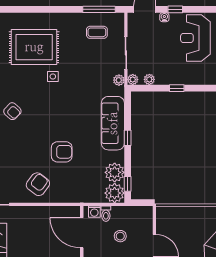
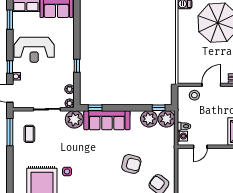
plant: (119, 80) -> (74, 119), width x1.88, depth x1.88
window: (128, 138) -> (95, 108), moved
armchair: (62, 152) -> (131, 164), turned 104
door: (82, 233) -> (200, 147), width x0.53
stool: (120, 236) -> (194, 95), moved

